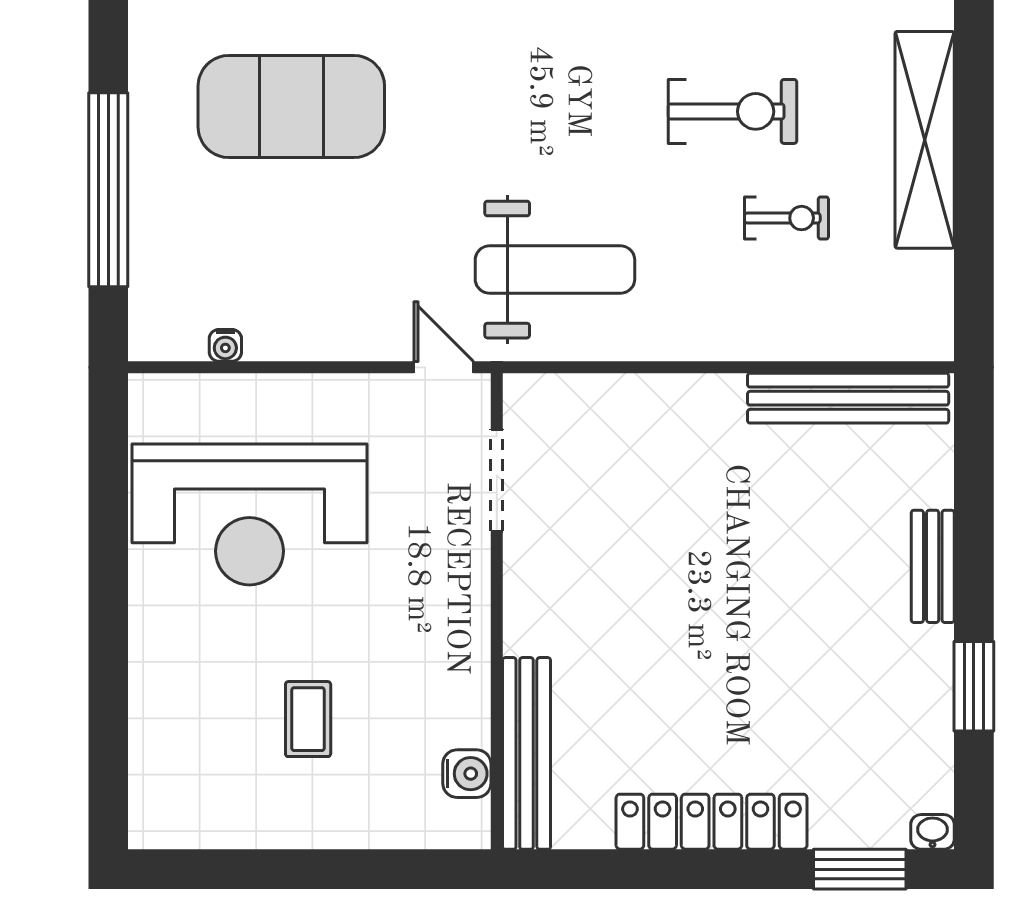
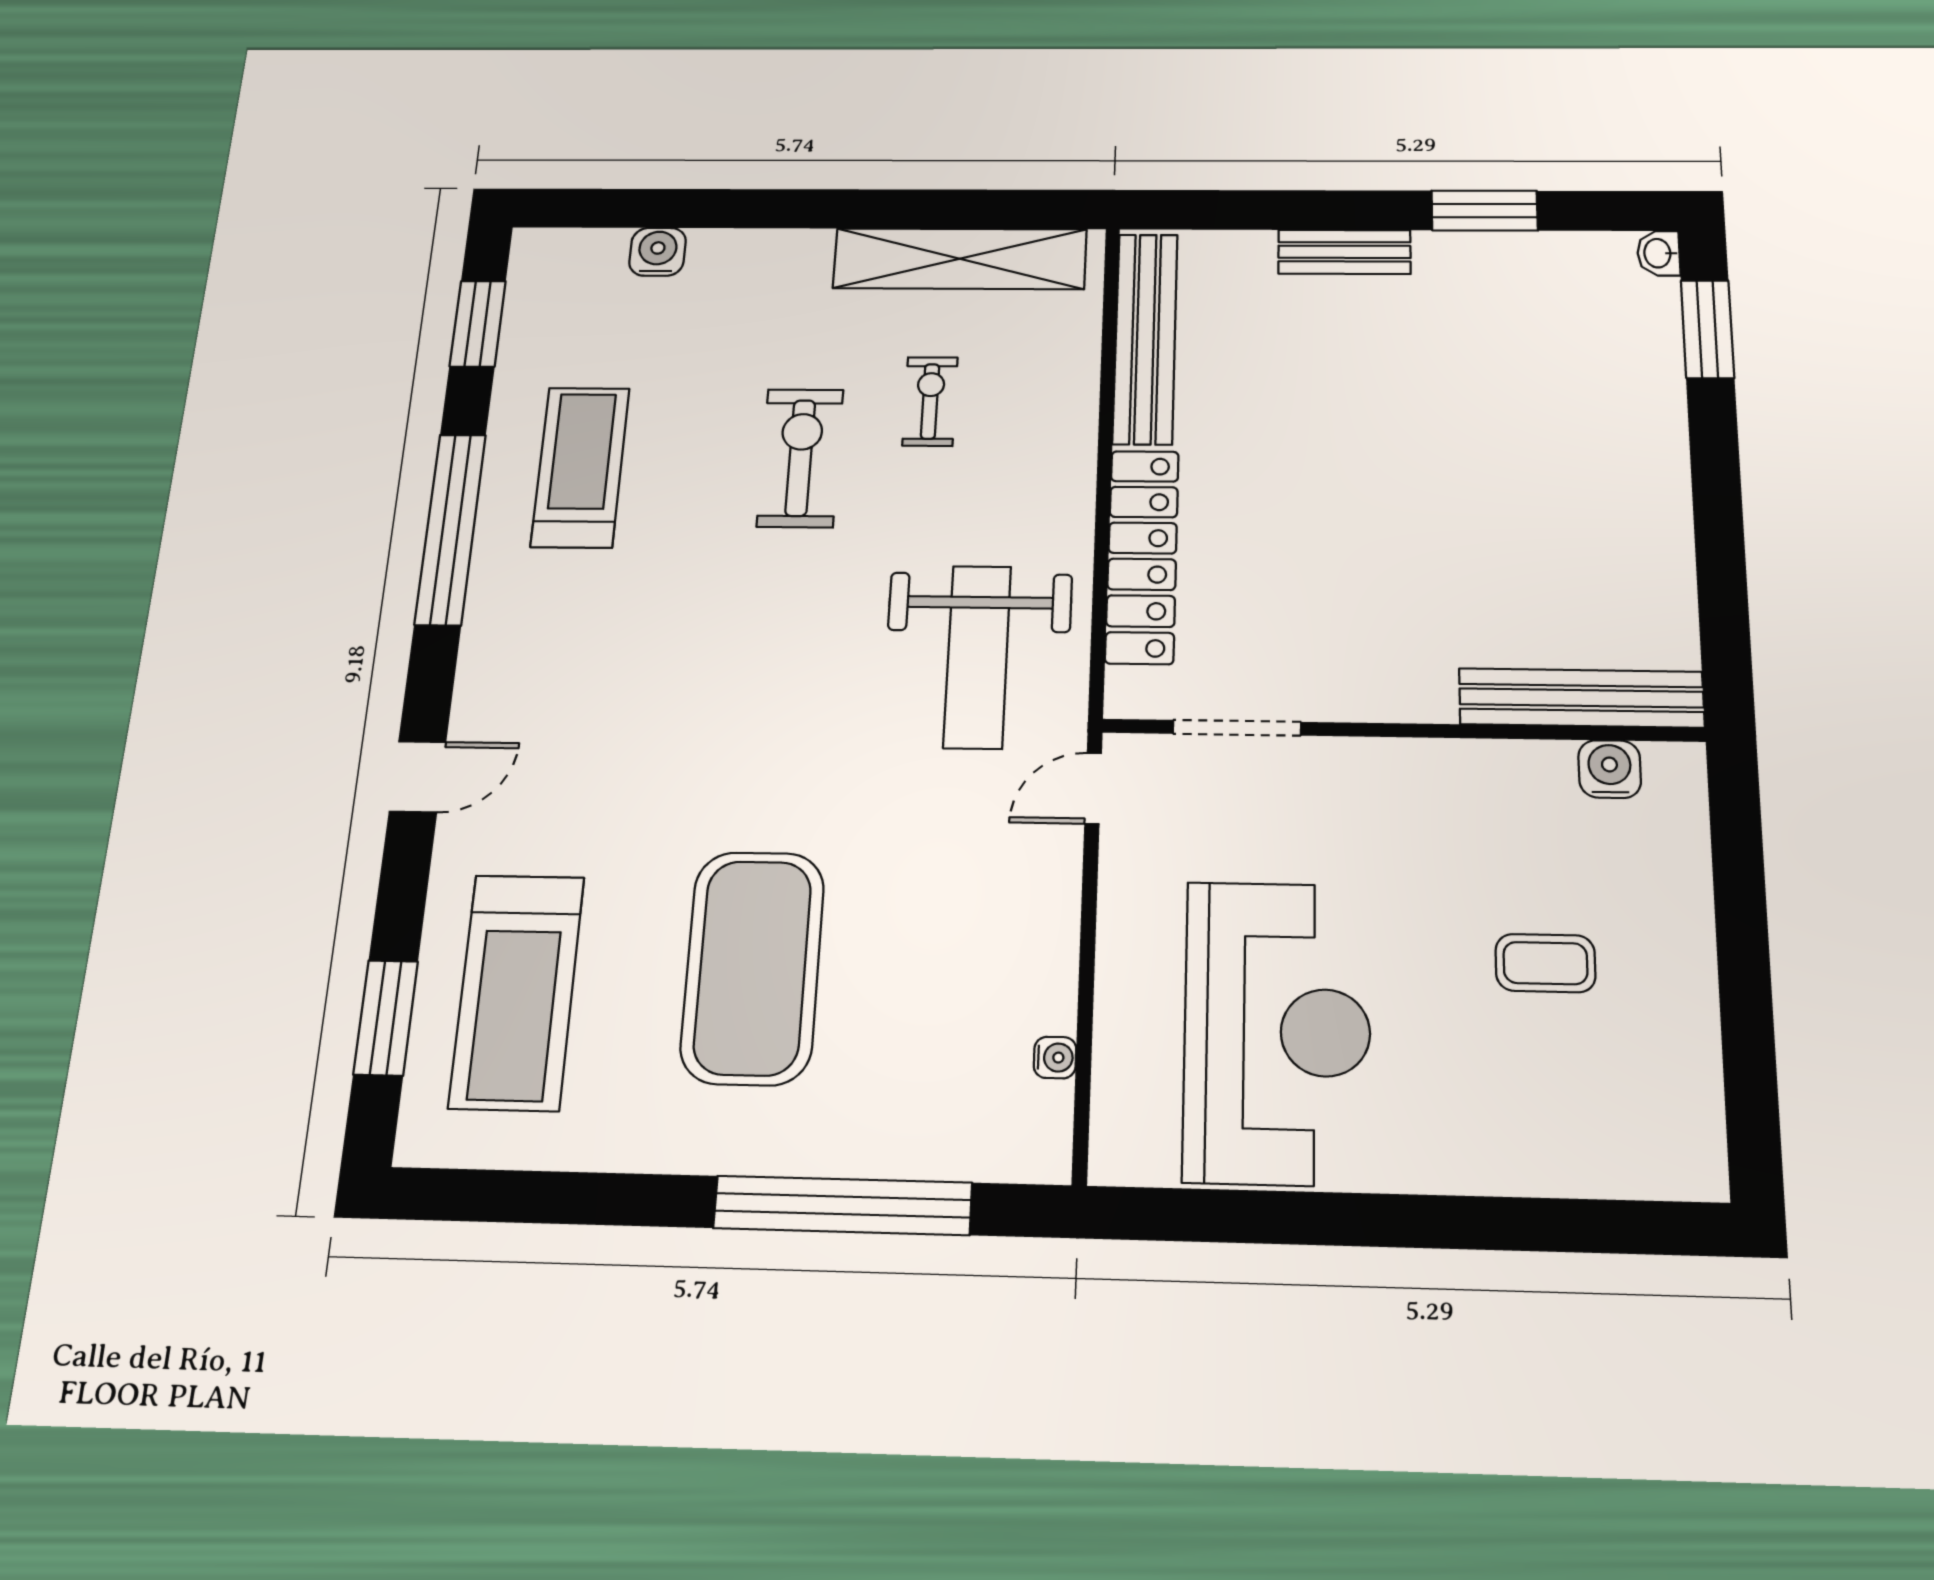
shelving: (925, 140) -> (960, 259), moved
weight bench: (555, 270) -> (977, 657), turned 180
locker: (712, 822) -> (1142, 556), moved, turned 180

